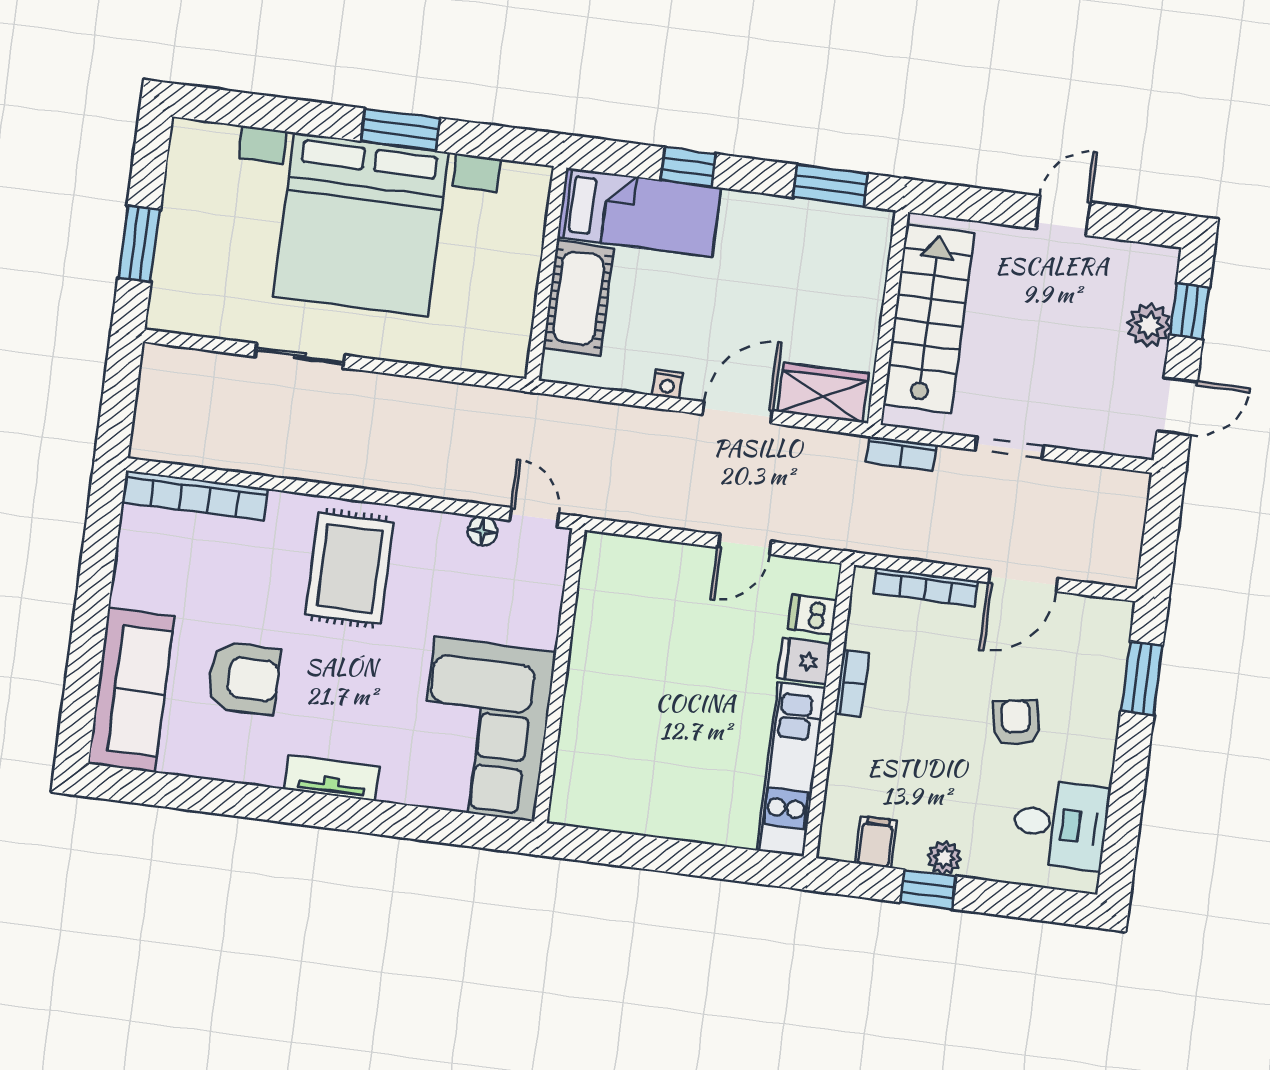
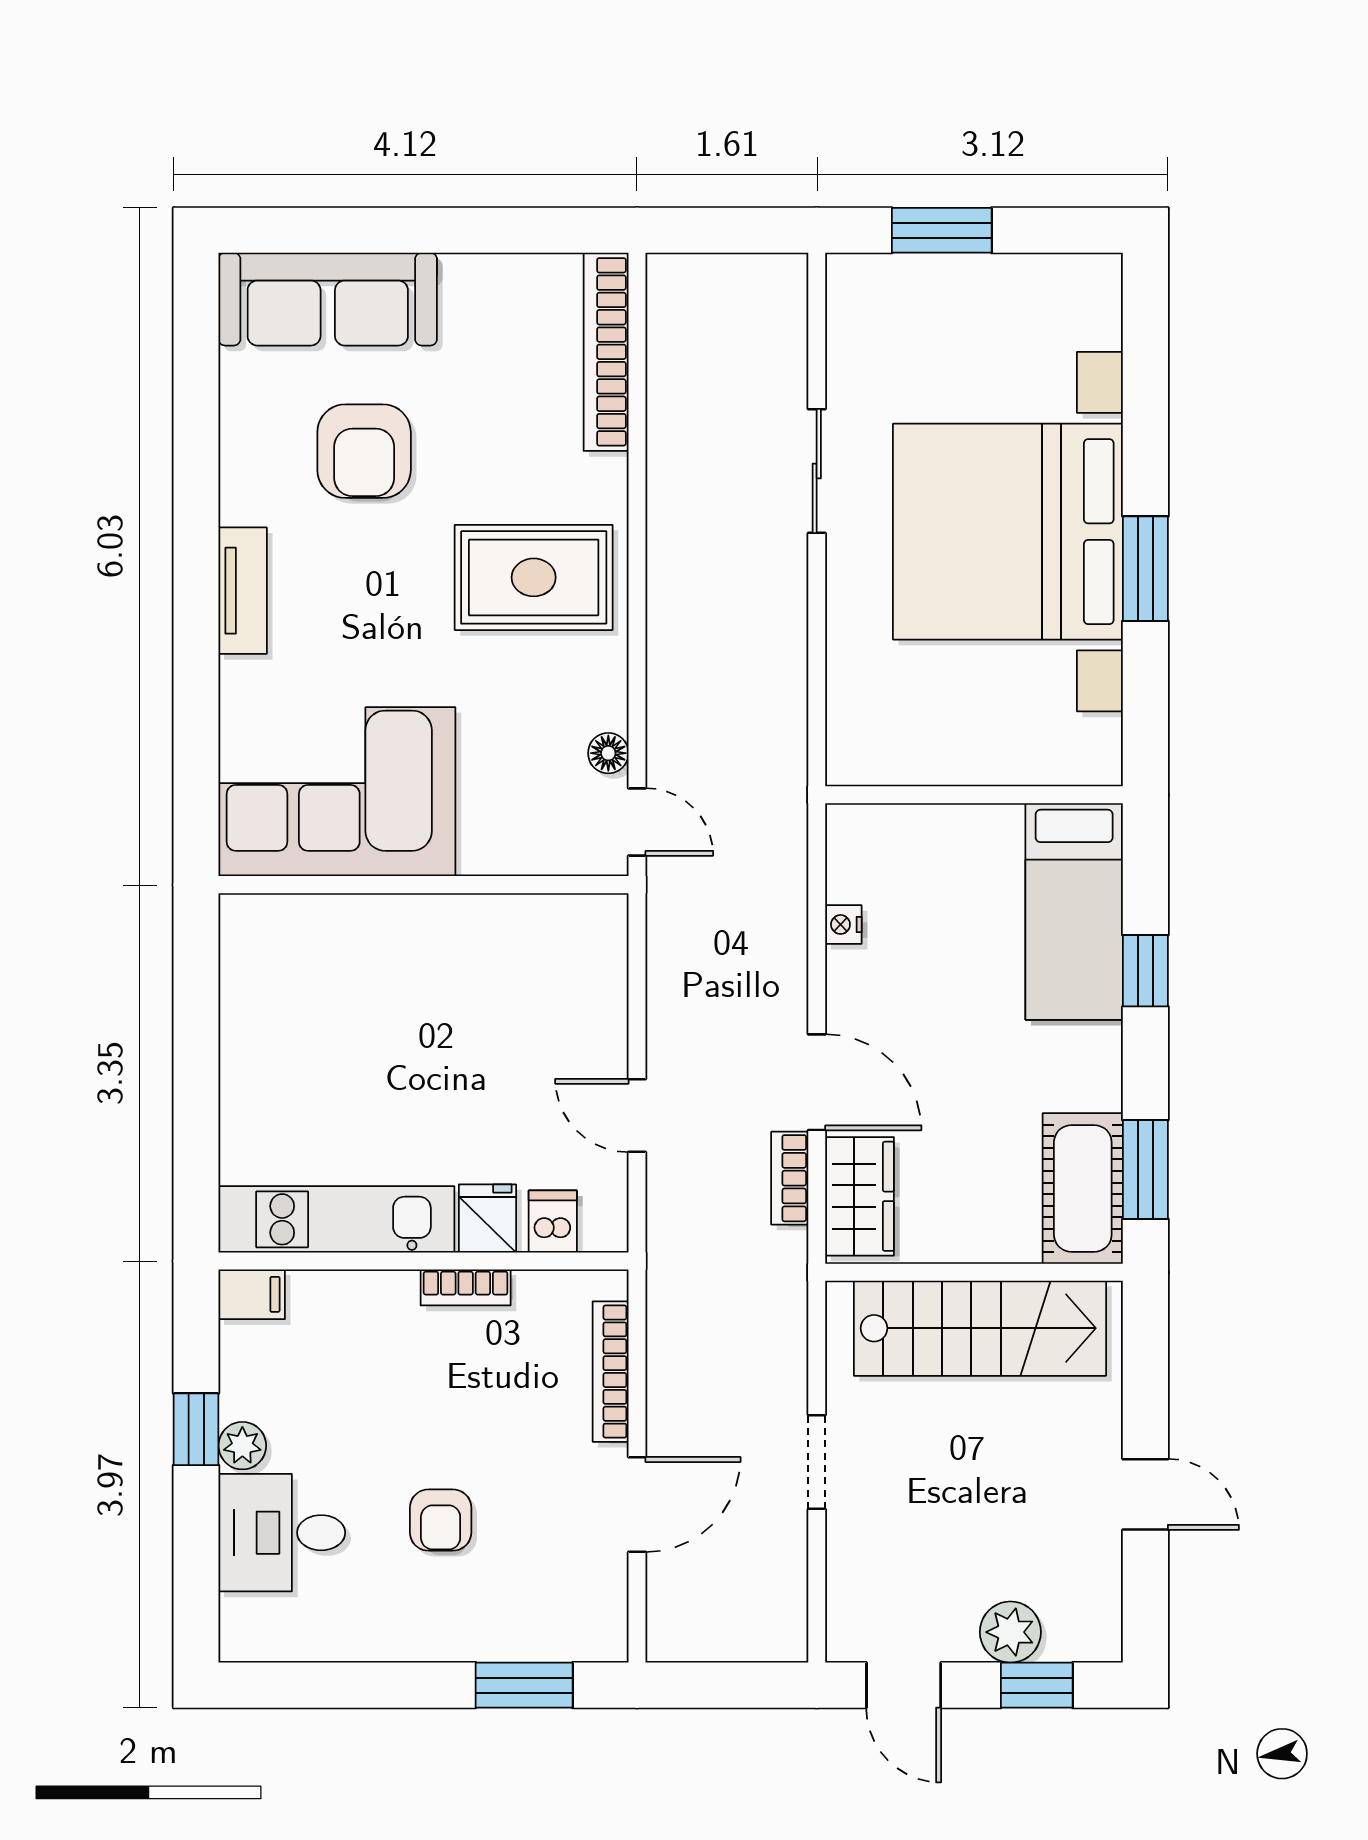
cot: (578, 298) -> (1083, 1188), moved, turned 90
nightstand: (667, 384) -> (843, 924), moved
bookcase: (901, 454) -> (790, 1178), moved
door: (534, 517) -> (637, 822), hinge flipped
door: (1023, 581) -> (637, 1505), swing flipped
armchair: (1016, 723) -> (441, 1520), turned 100
desk: (1060, 824) -> (282, 1533), moved, turned 90
filing cabinet: (876, 842) -> (252, 1294), moved

